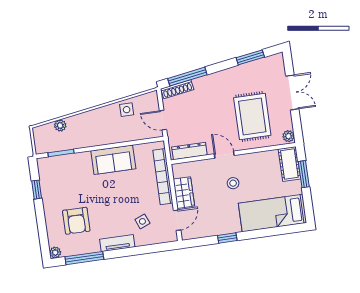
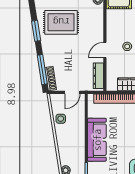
window: (250, 57) -> (36, 31), moved
rug: (252, 117) -> (61, 22), moved
sofa: (113, 160) -> (97, 140), width x1.36

